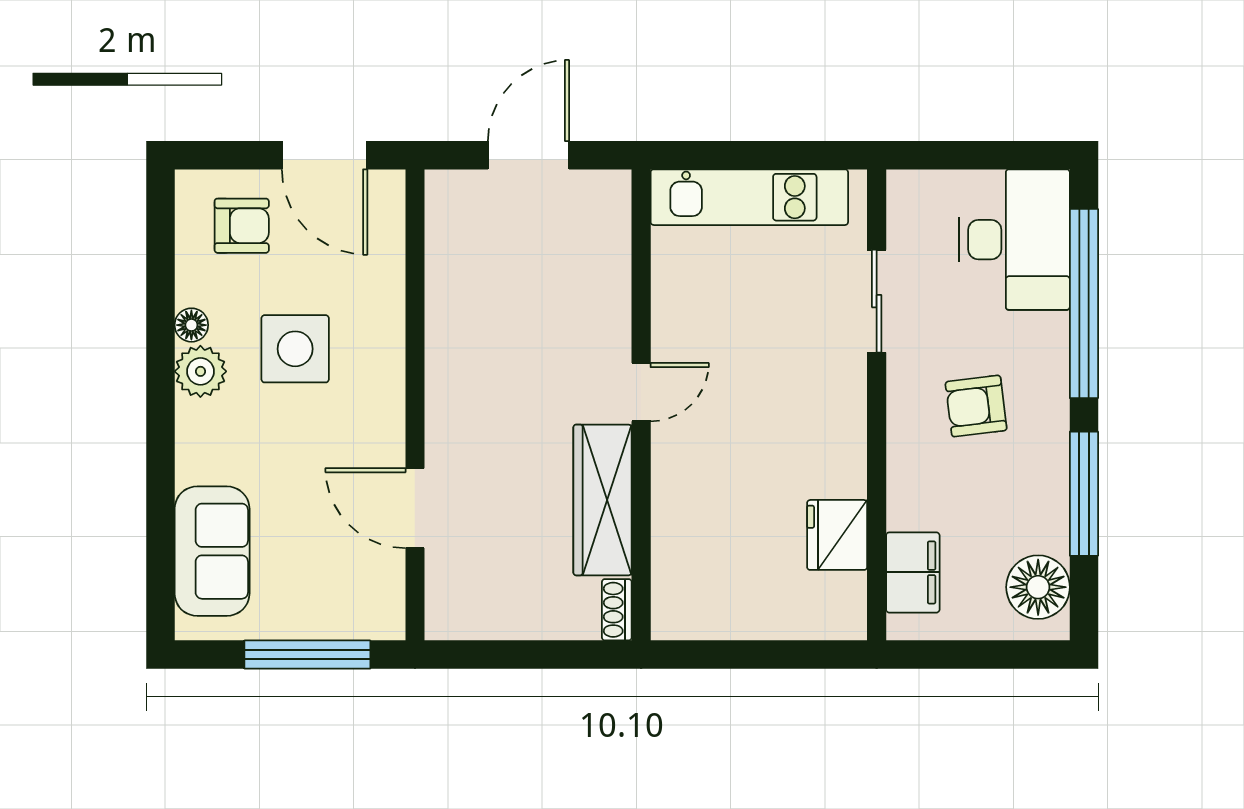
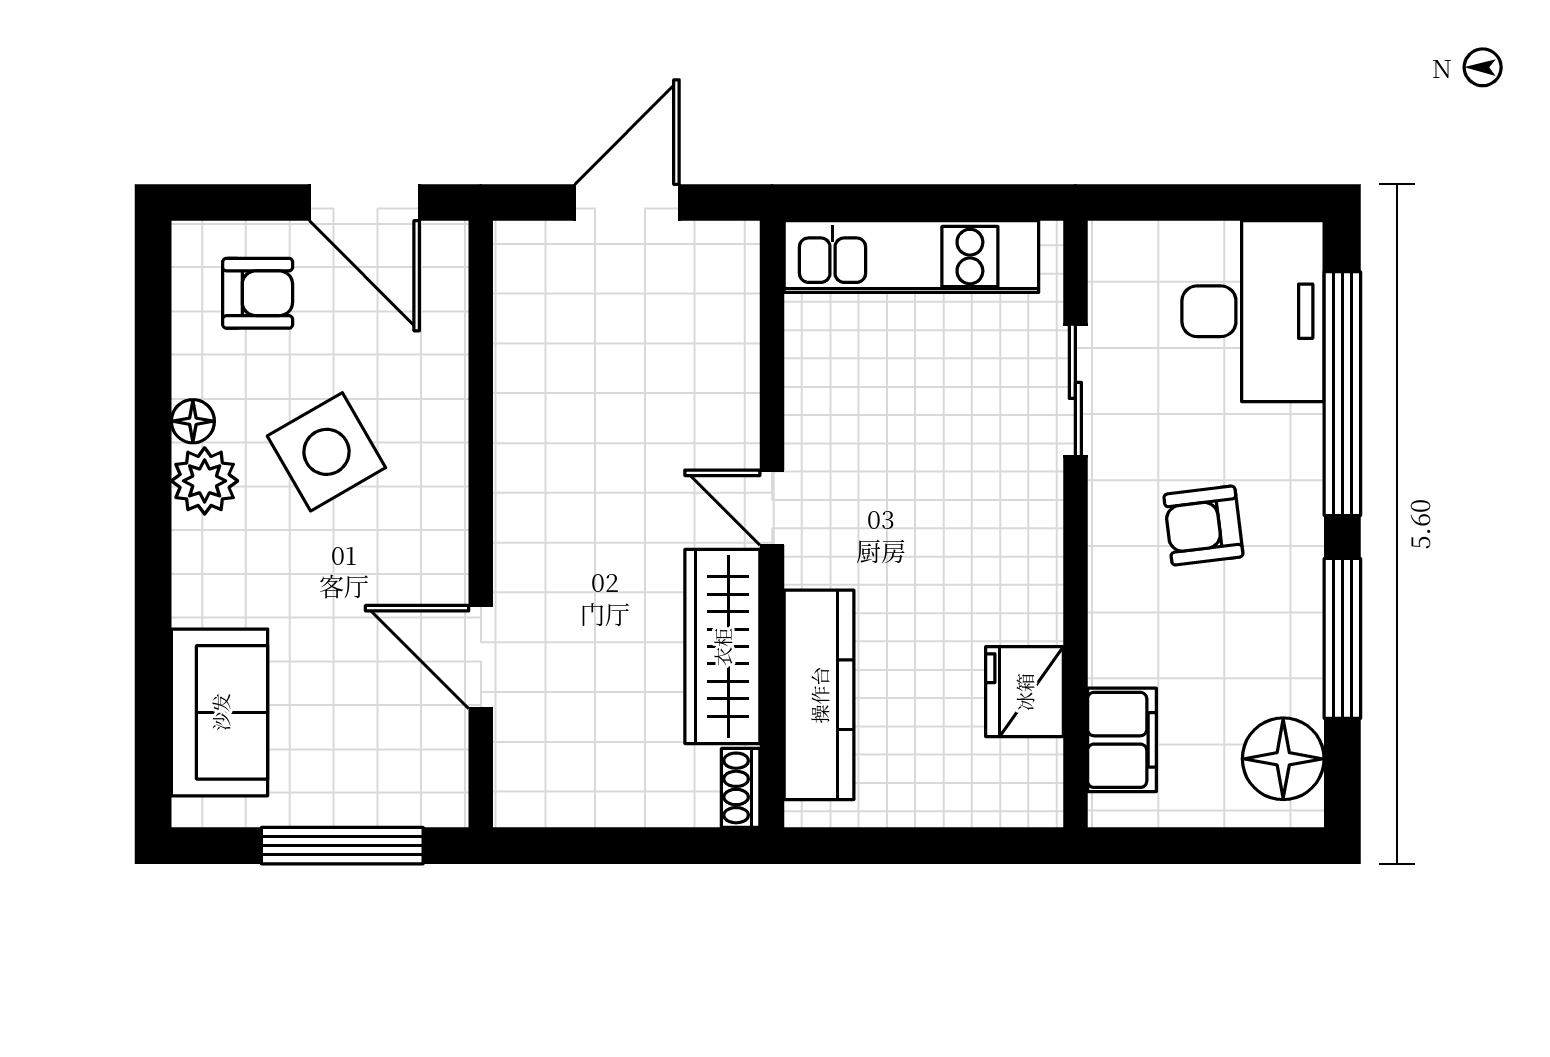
side table: (295, 349) -> (326, 452), turned -30
door: (641, 392) -> (772, 508), swing flipped
kitchen counter: (678, 538) -> (819, 695), added

